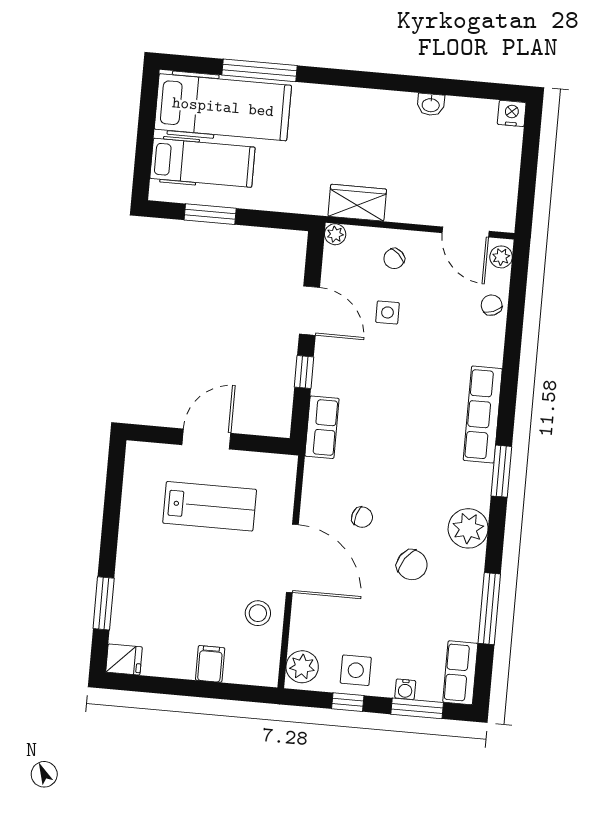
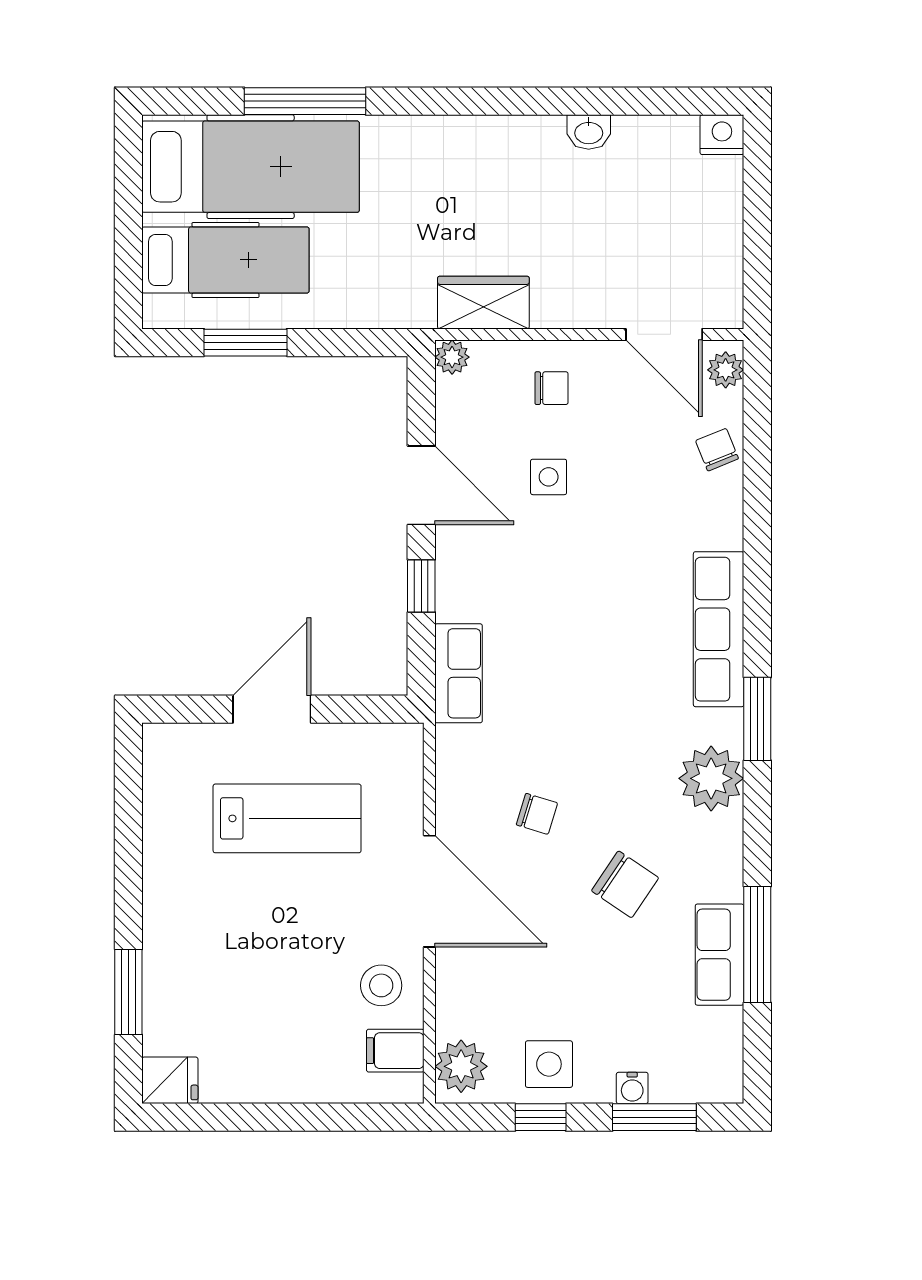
chair: (394, 259) -> (552, 388), turned -133
plant: (468, 528) -> (711, 778), moved
filing cabinet: (210, 664) -> (395, 1051), moved, turned -90
row of seats: (460, 673) -> (720, 955), moved

